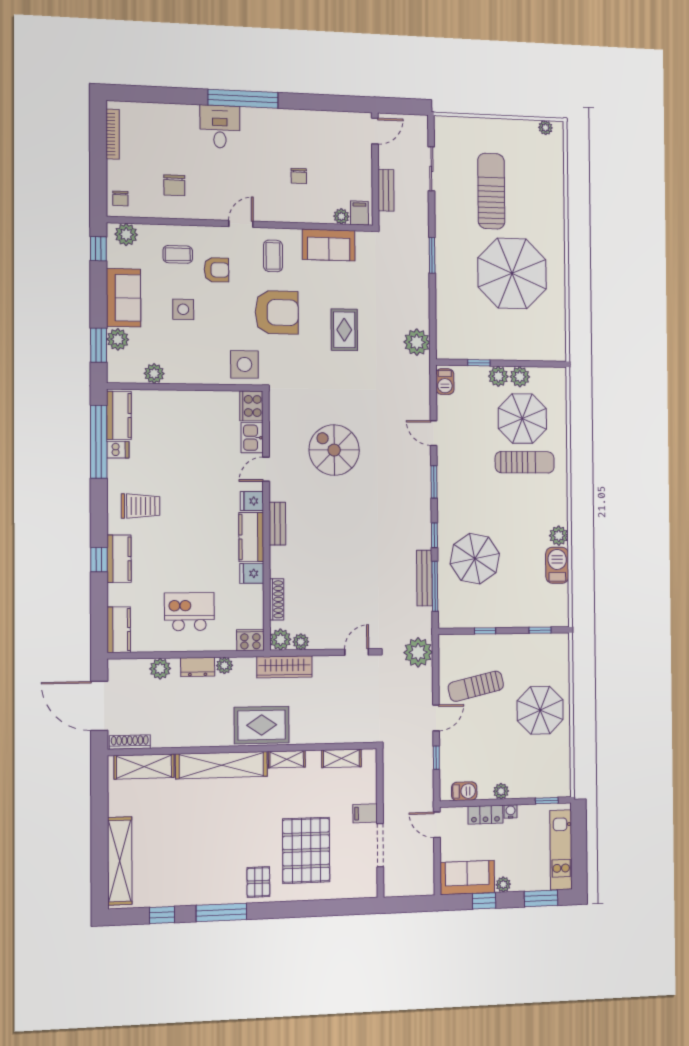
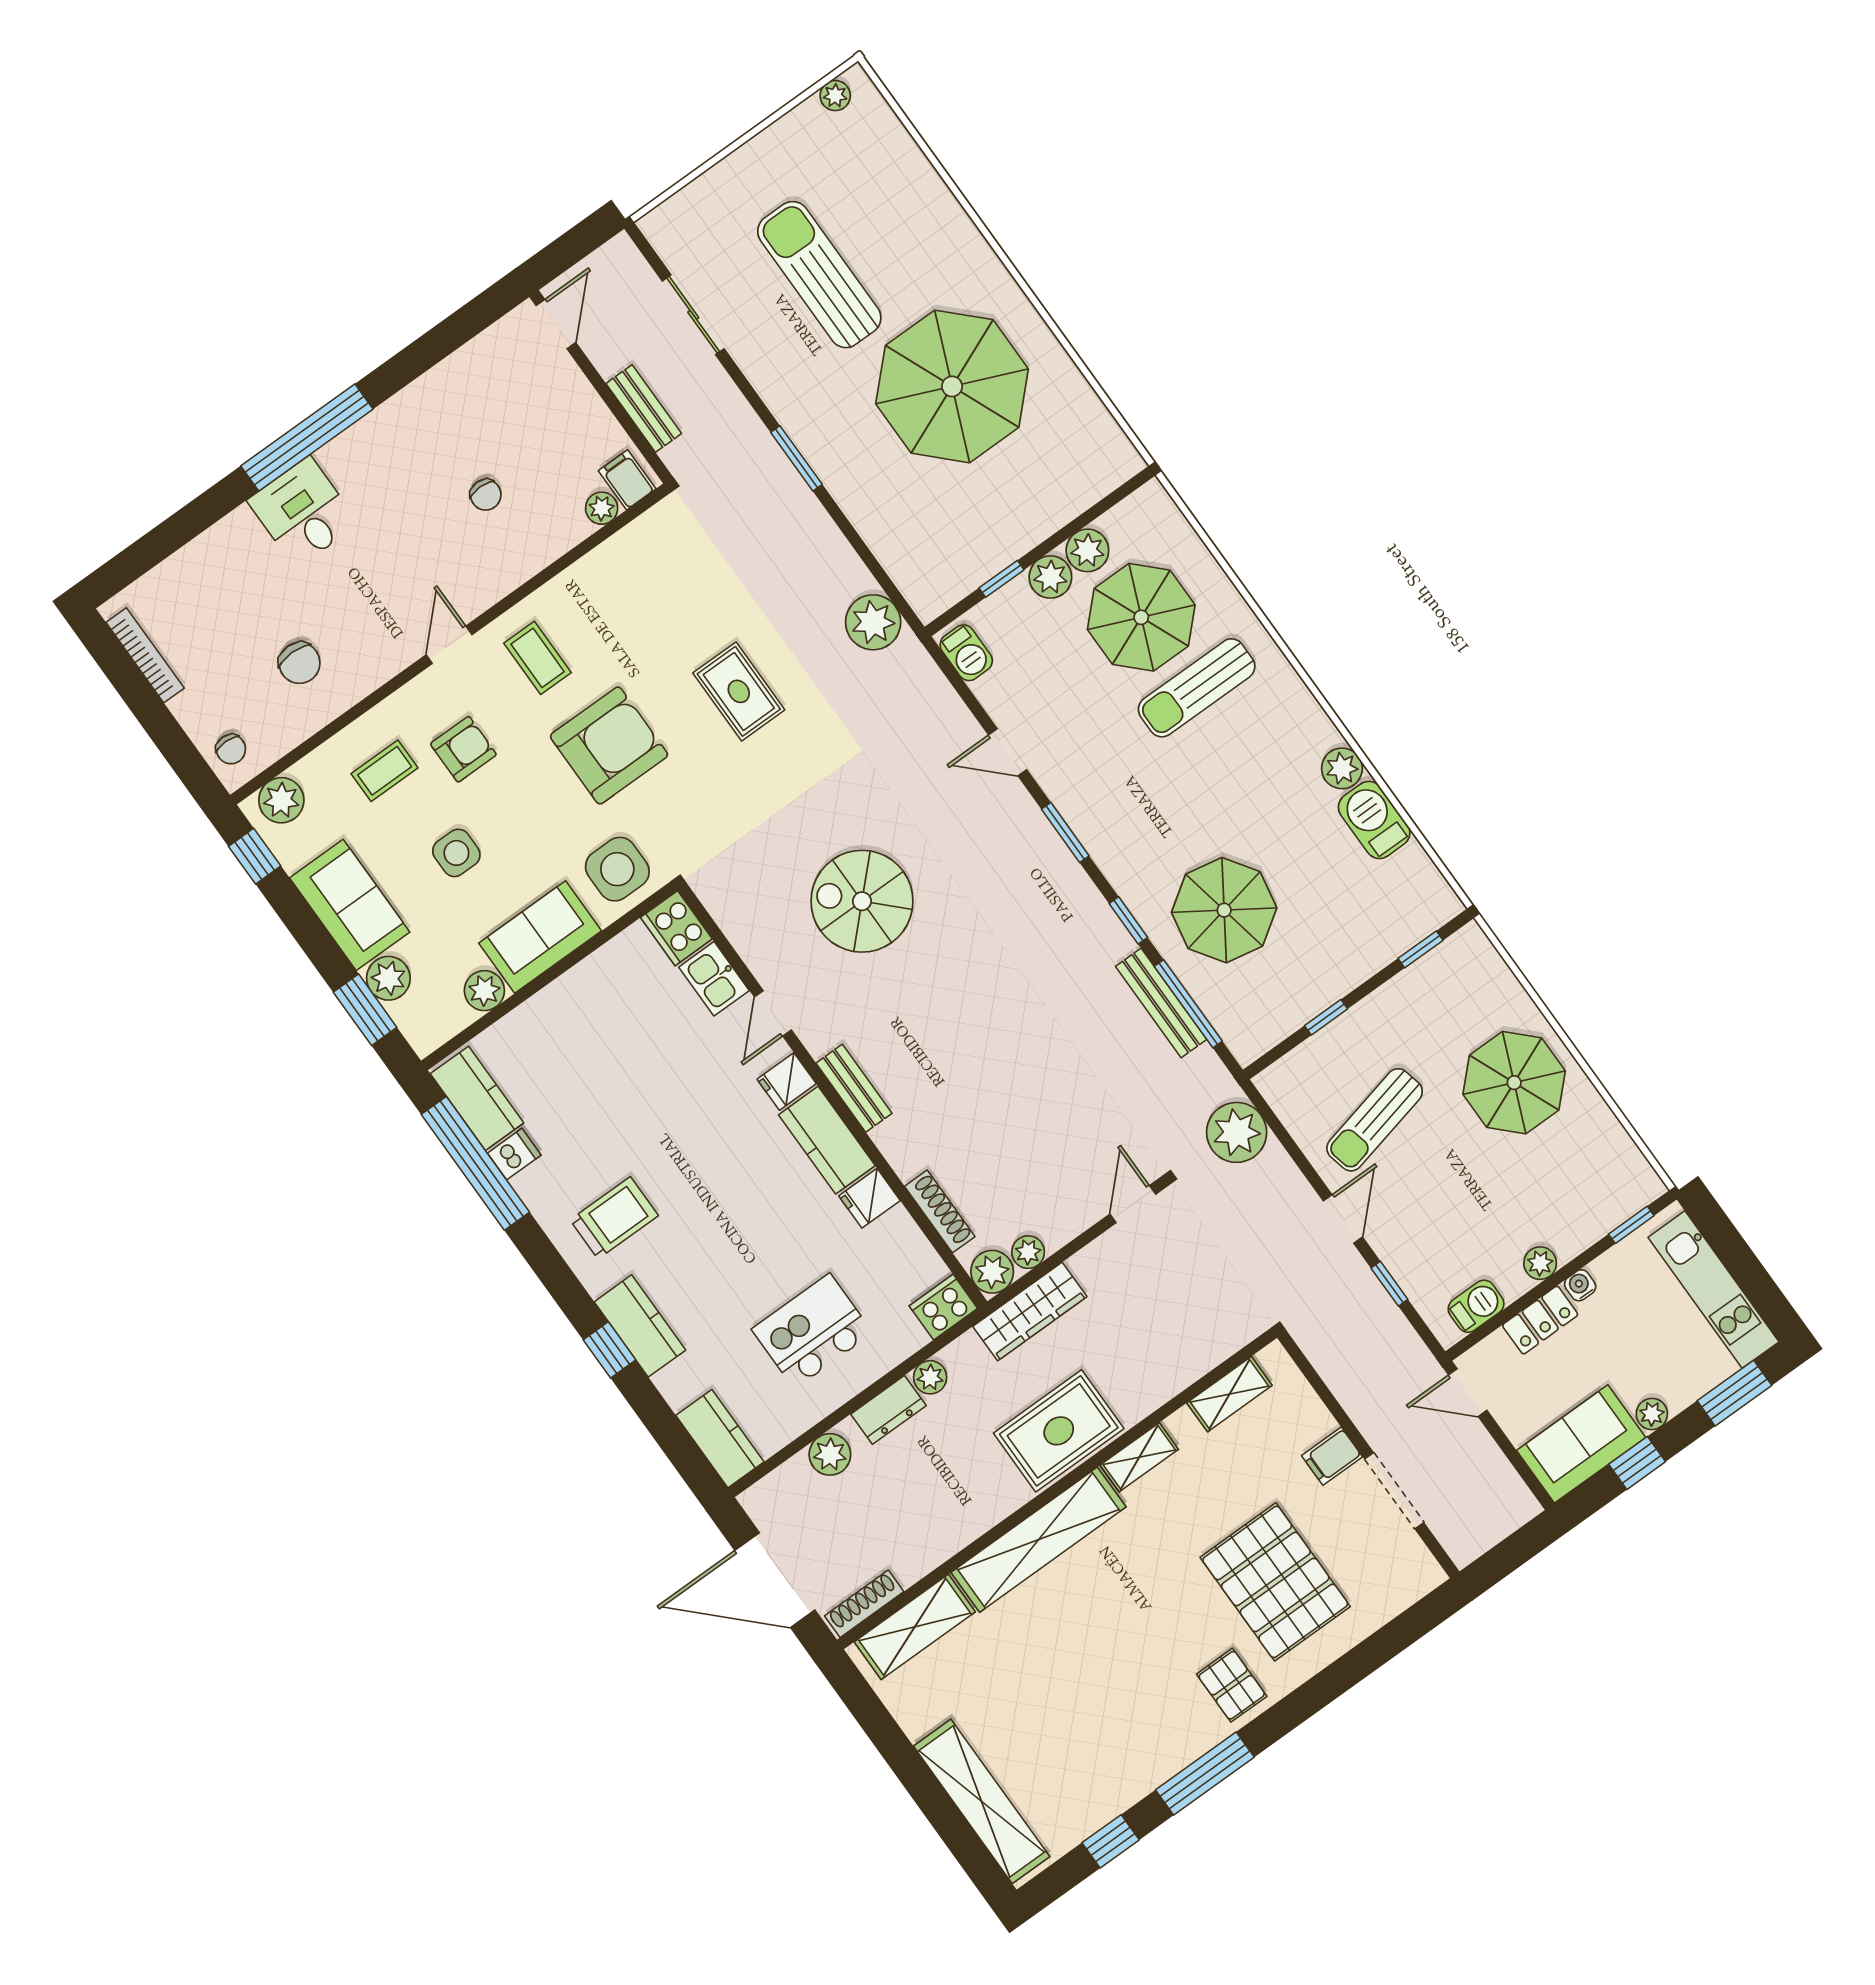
sofa: (329, 245) -> (540, 937), moved, turned 180
sun lounger: (525, 462) -> (1197, 688), turned 180

